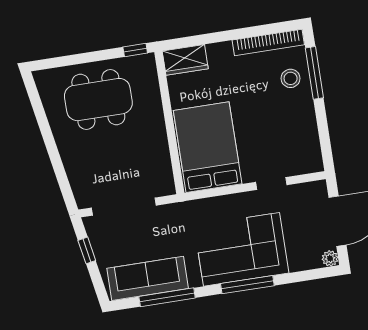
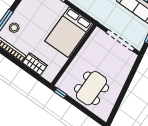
wardrobe: (185, 60) -> (35, 64), moved
dining table: (98, 100) -> (92, 88), turned 90

